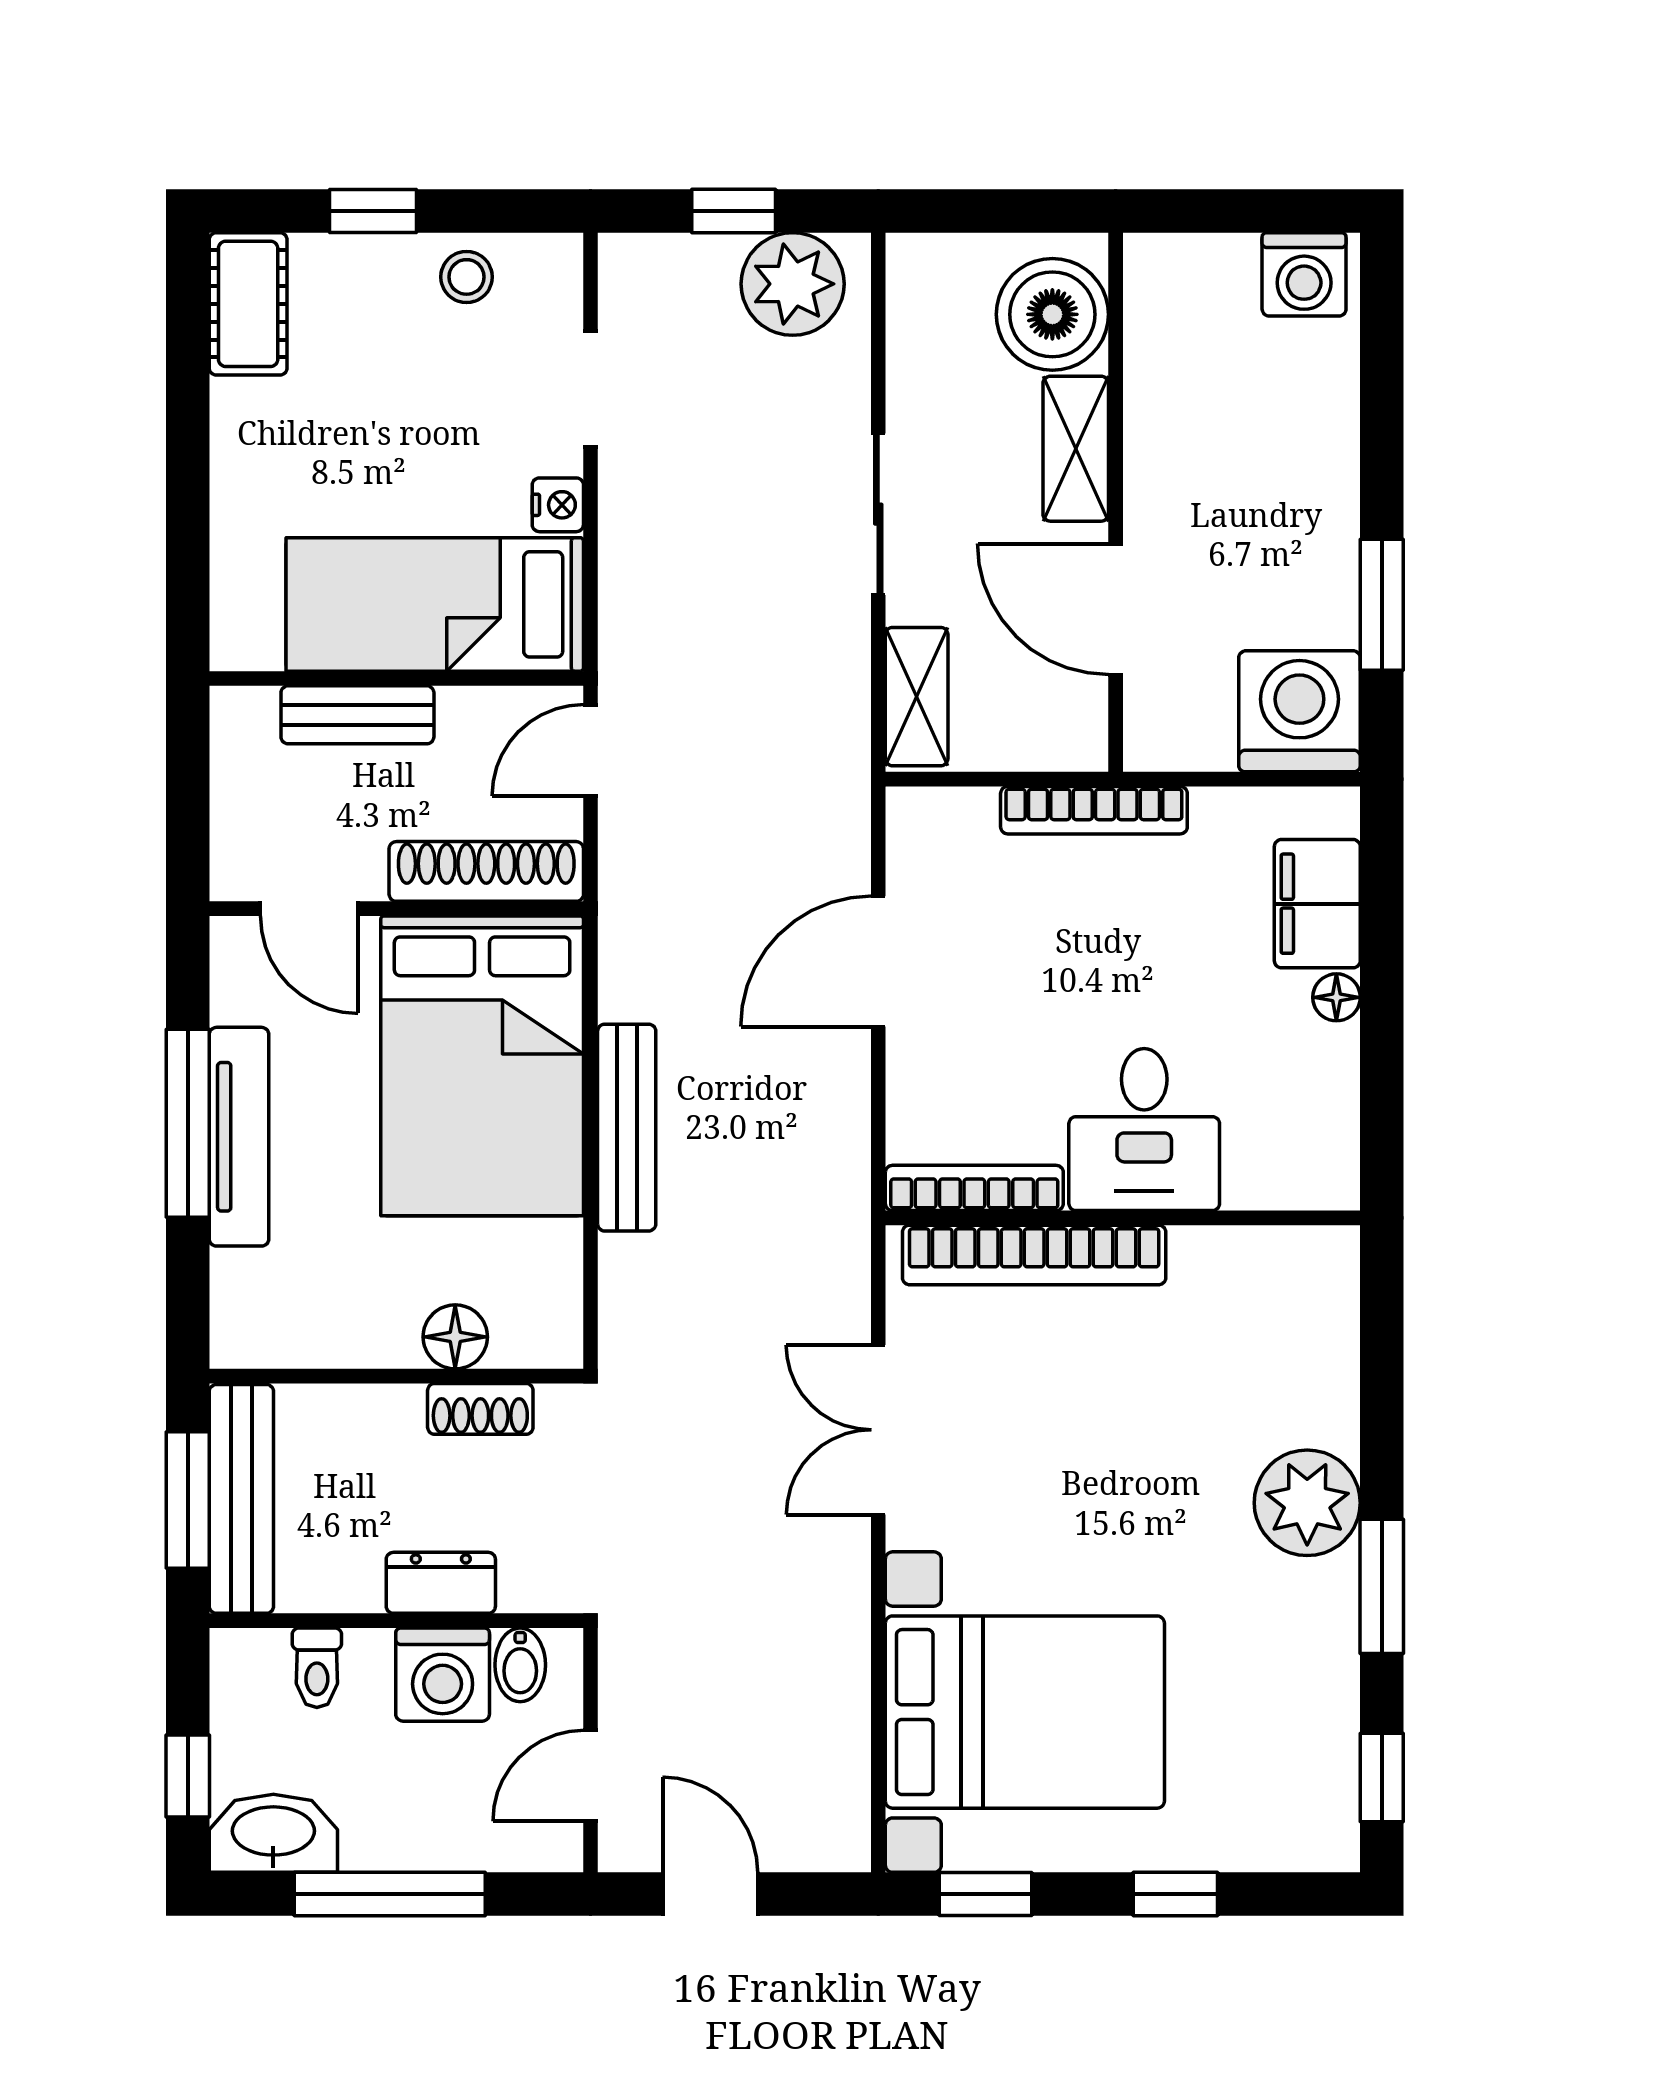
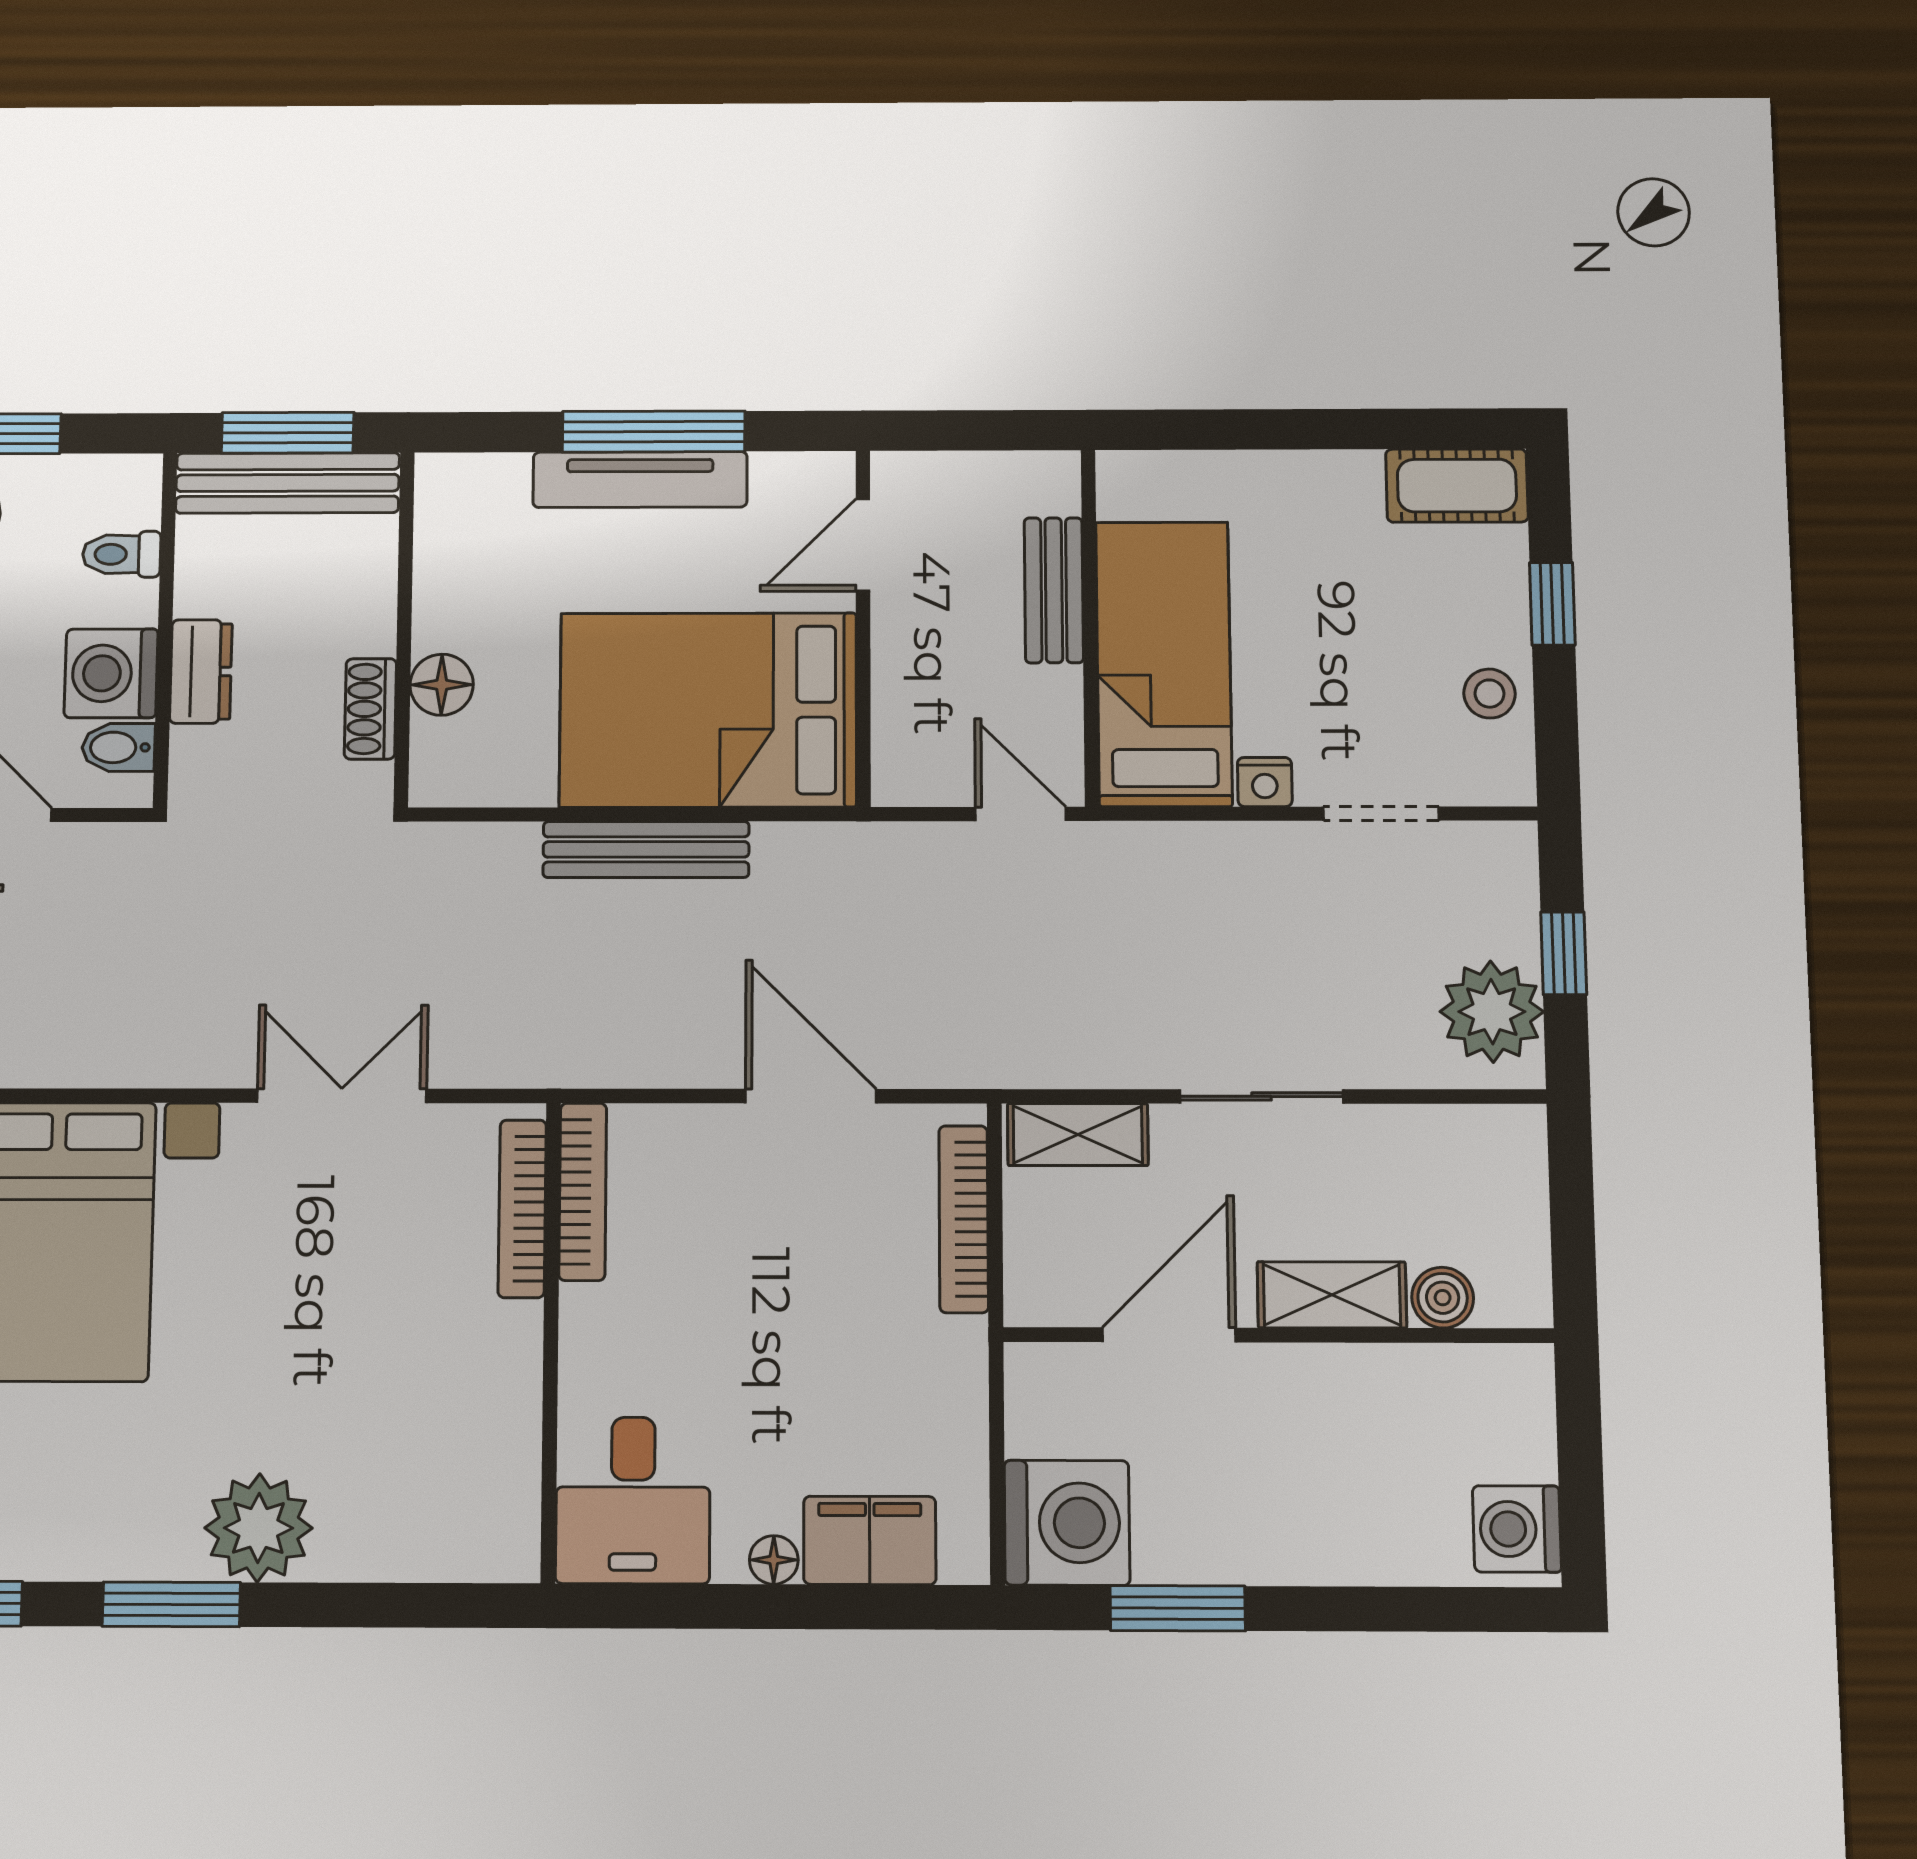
boiler: (1052, 314) -> (1443, 1298), width x0.54, depth x0.54
bookcase: (1094, 810) -> (964, 1219), moved
shoe rack: (486, 871) -> (900, 714), removed
desk: (1144, 1130) -> (633, 1500), moved, turned -90
bookcase: (1034, 1255) -> (522, 1209), width x0.68, depth x0.76

